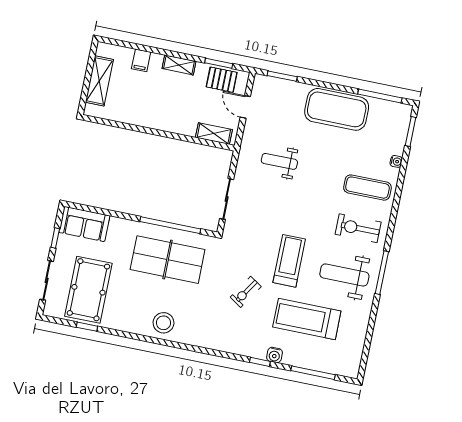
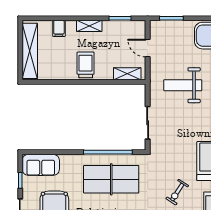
pallet: (222, 80) -> (125, 31), removed
shelving: (99, 81) -> (30, 51), width x1.47
trolley: (165, 112) -> (86, 65), added
weight bench: (279, 161) -> (183, 85), width x1.36, depth x1.33

